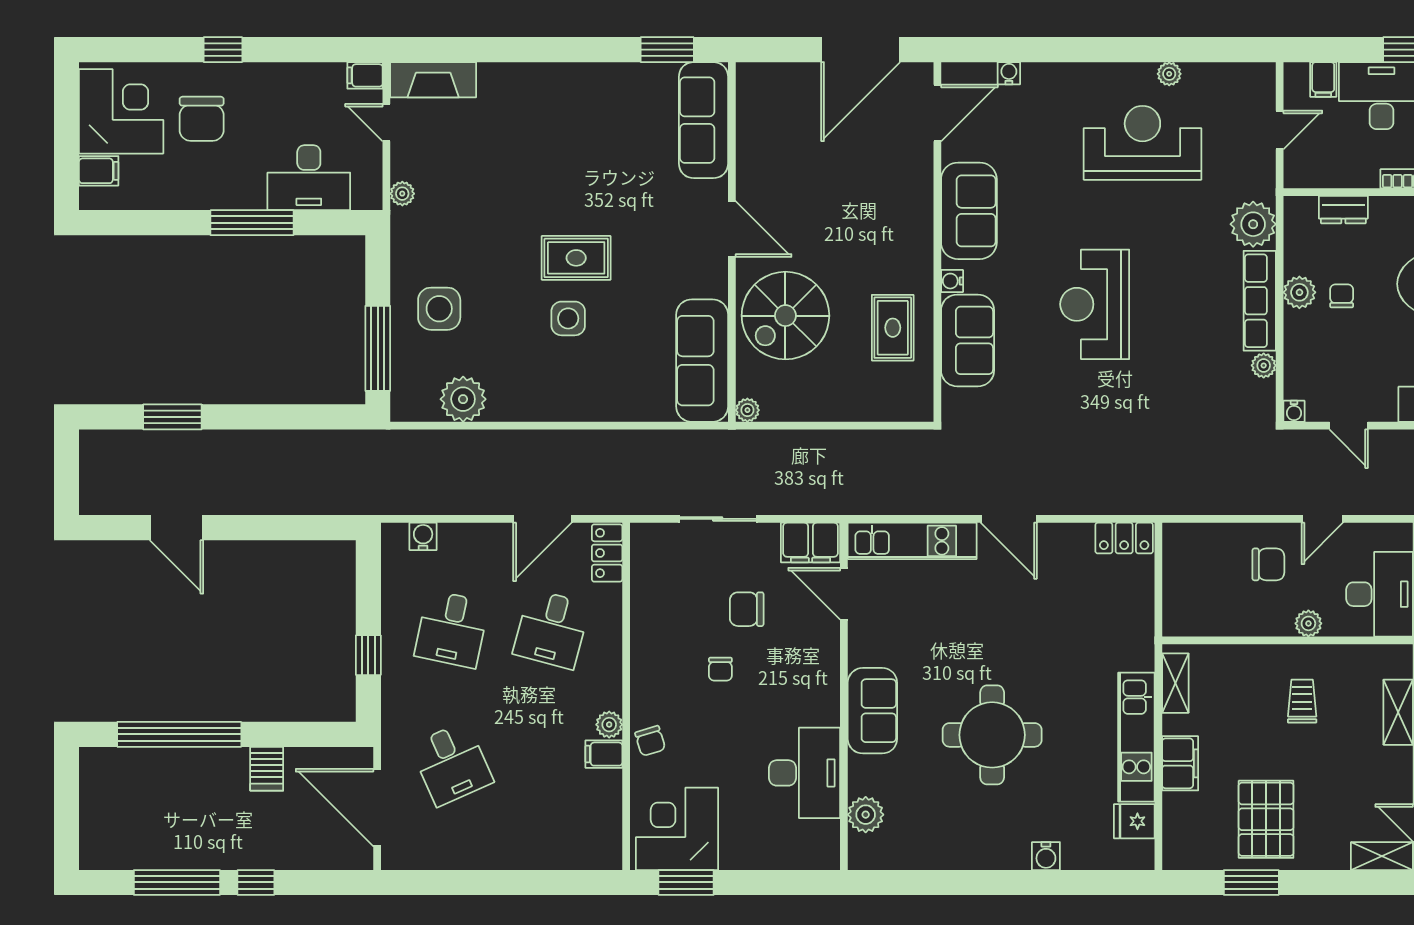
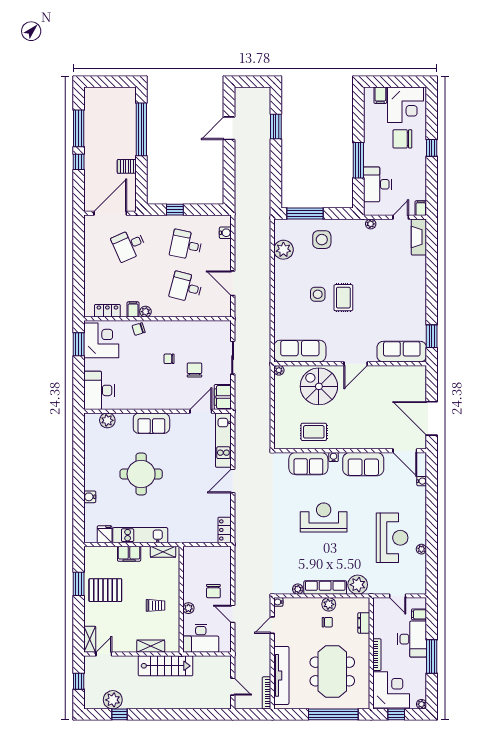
locker: (607, 553) -> (107, 311), moved
desk: (805, 773) -> (99, 390), moved, turned 90

